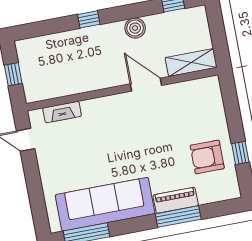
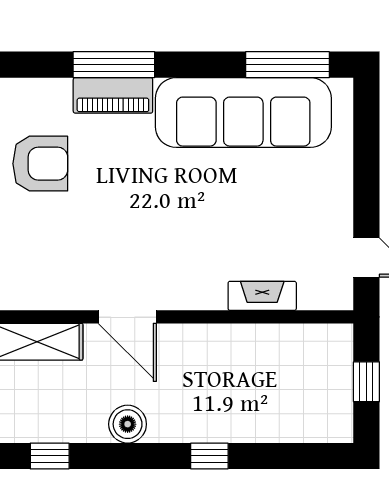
fireplace: (62, 112) -> (262, 296), moved

